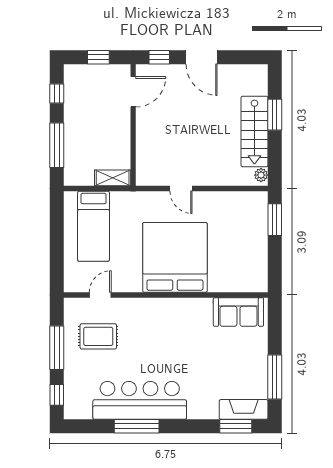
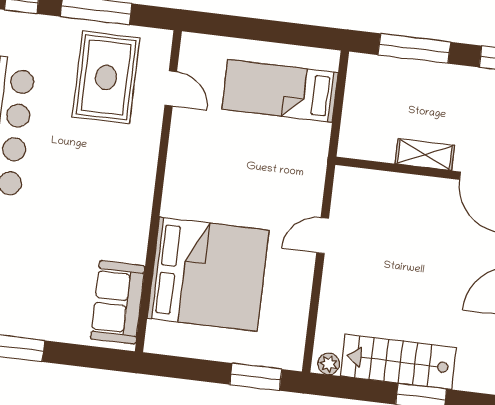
shelving: (113, 178) -> (425, 155), moved, turned 90
bed: (175, 257) -> (208, 274), moved
rug: (98, 336) -> (106, 77), width x1.36, depth x1.43

